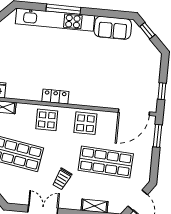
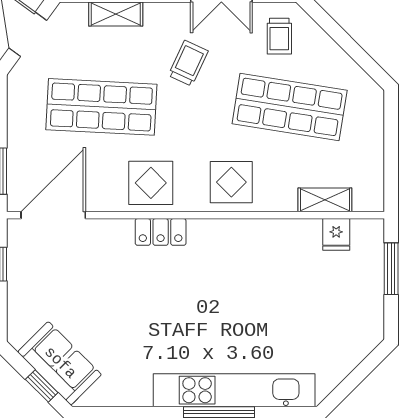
sofa: (113, 28) -> (60, 363), moved, turned 45
locker: (55, 97) -> (161, 232), moved
trolley: (17, 188) -> (279, 36), added

